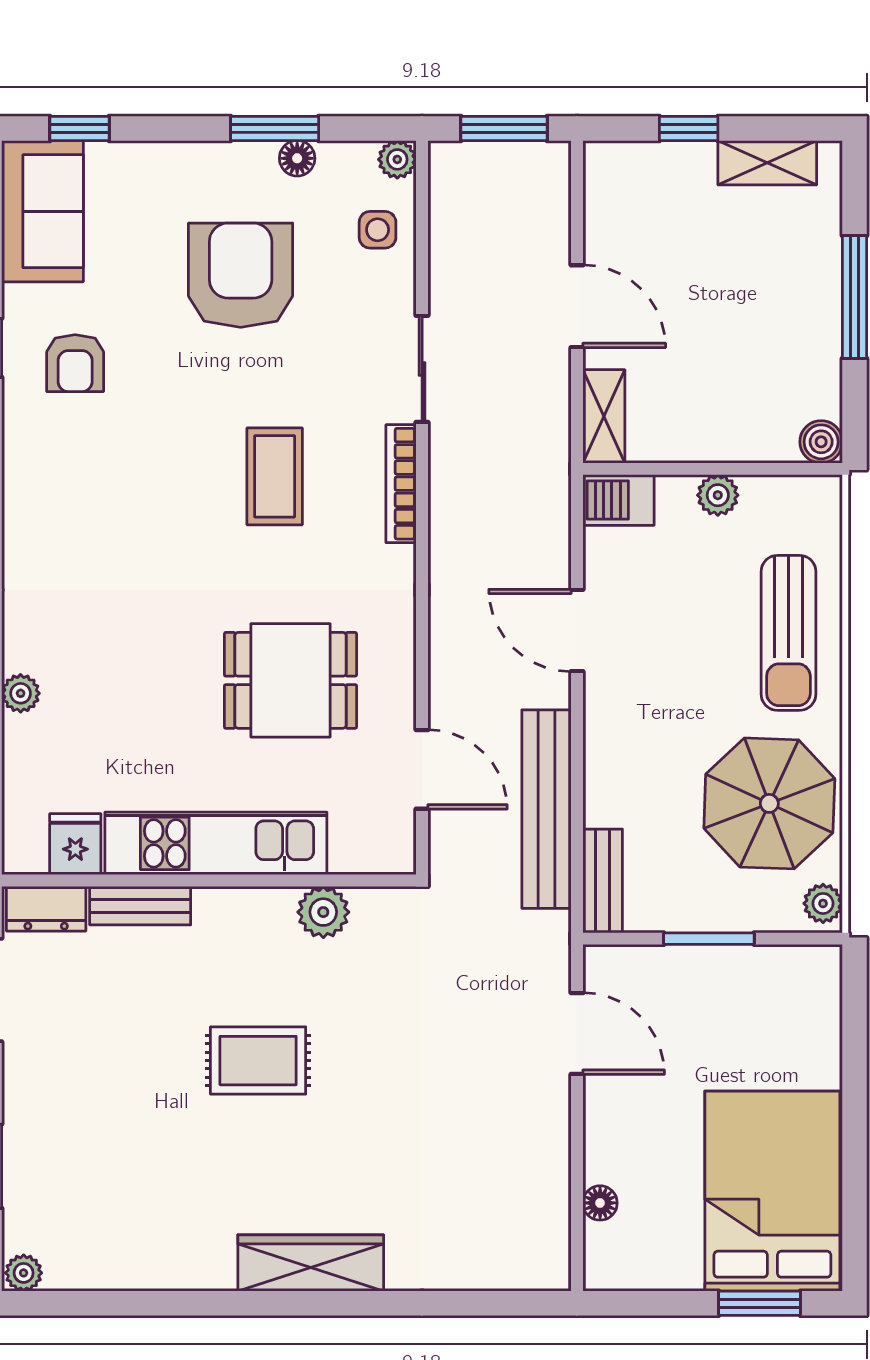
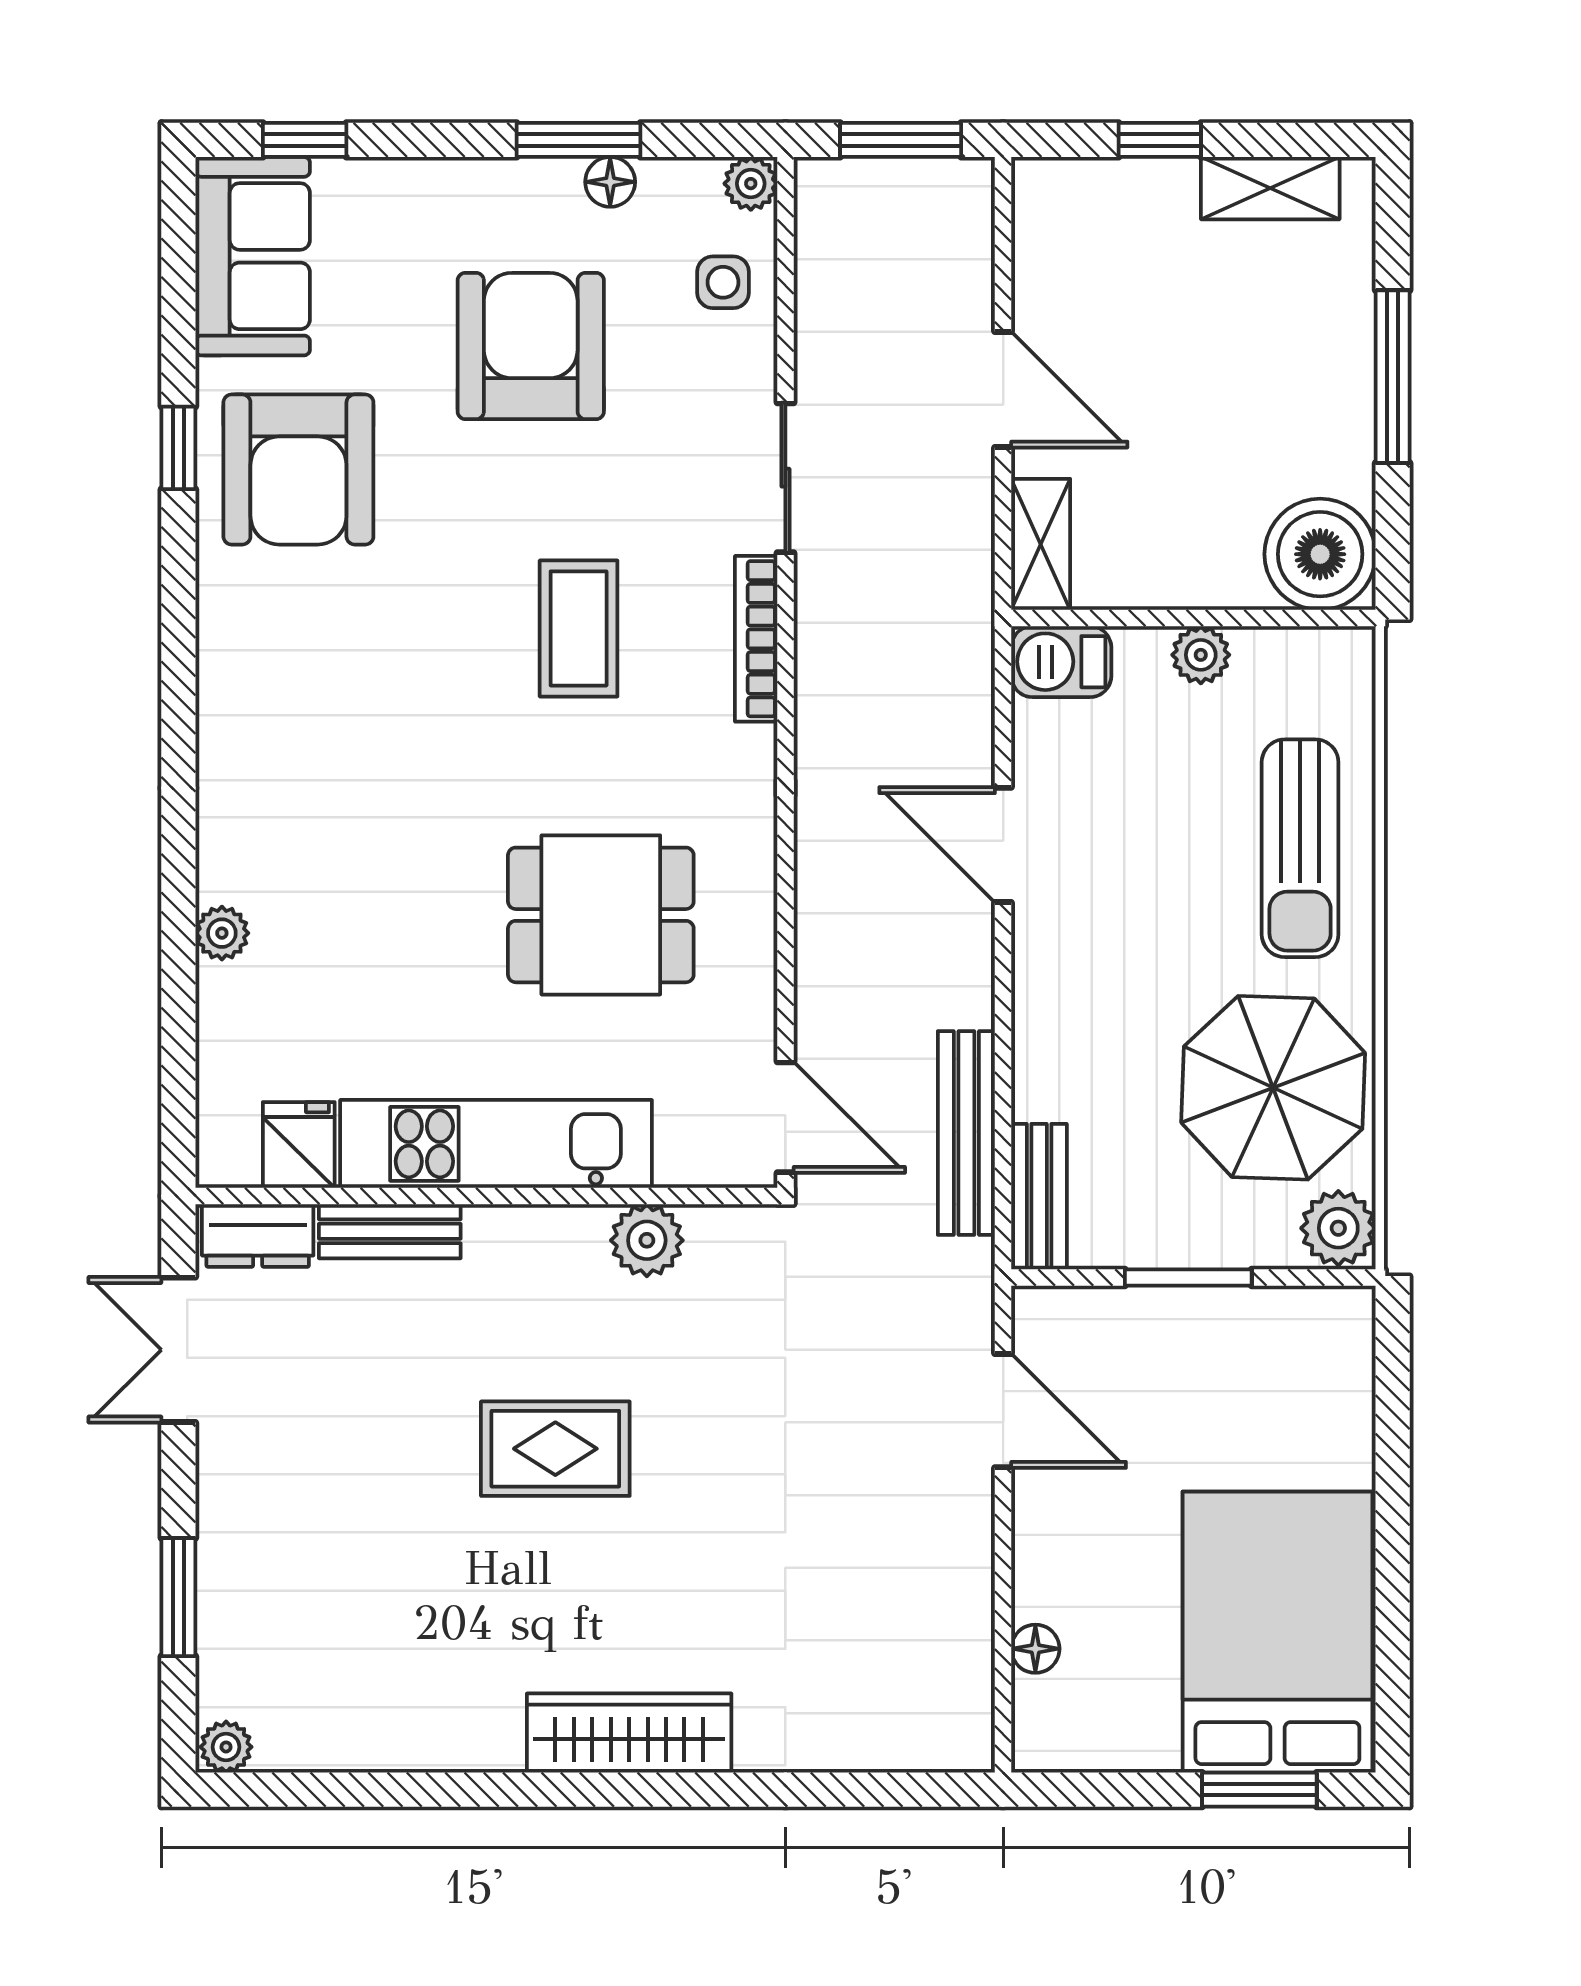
armchair: (75, 363) -> (298, 469), width x1.88, depth x1.88
boiler: (821, 442) -> (1320, 554), width x1.86, depth x1.86
door: (422, 769) -> (785, 1117), moved
bench: (546, 809) -> (966, 1133), width x0.73, depth x0.82
plant: (823, 903) -> (1338, 1228), width x1.38, depth x1.38

